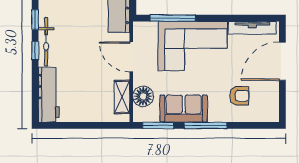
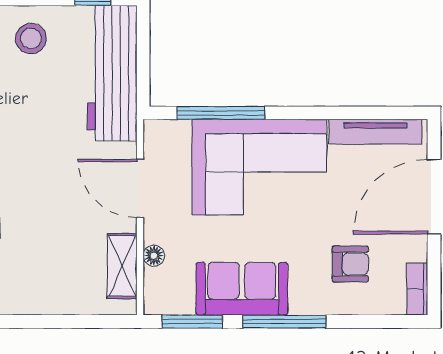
floor lamp: (143, 96) -> (154, 256), width x0.53, depth x0.53
bookcase: (274, 109) -> (417, 289), added

